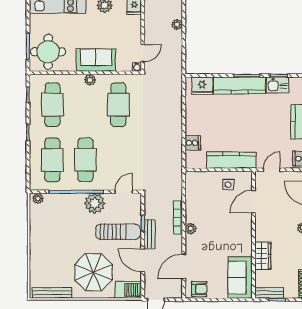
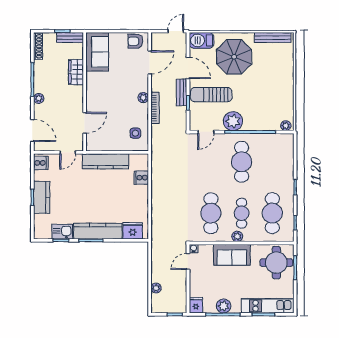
cafe table: (52, 160) -> (242, 213), moved, width x0.73, depth x0.74
side table: (228, 185) -> (135, 133), moved

